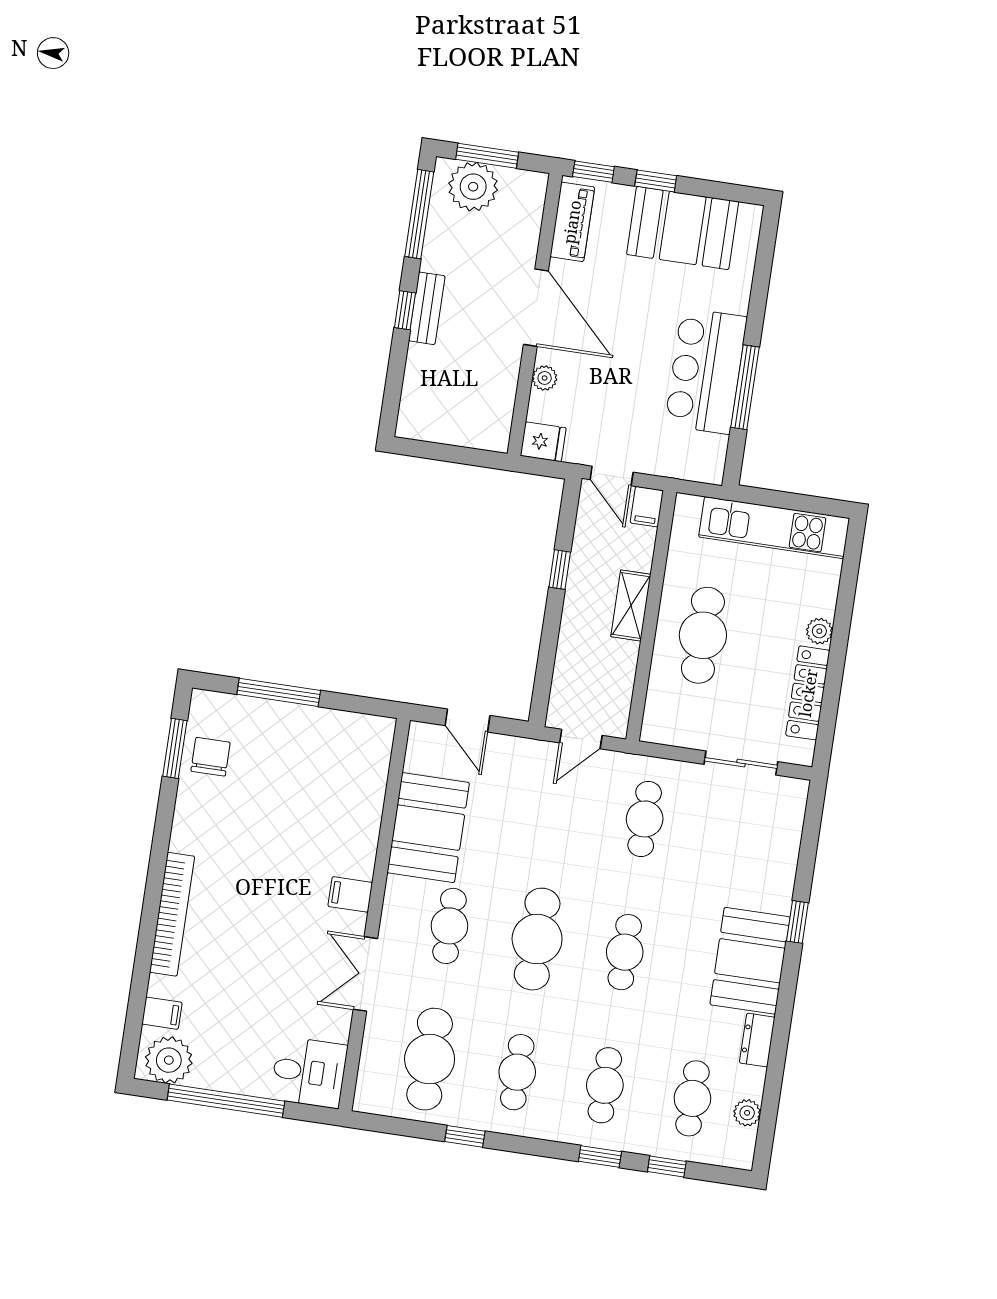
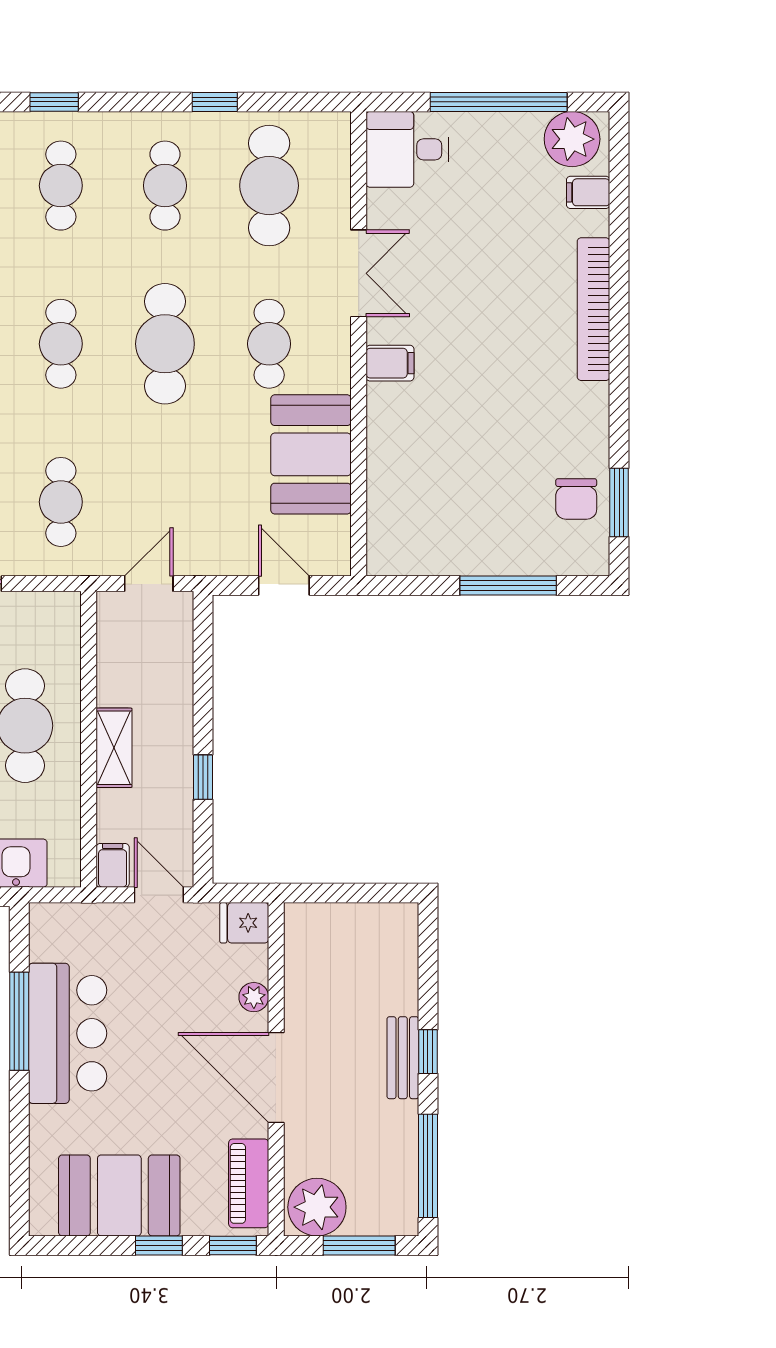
plant: (473, 187) -> (317, 1207), moved

